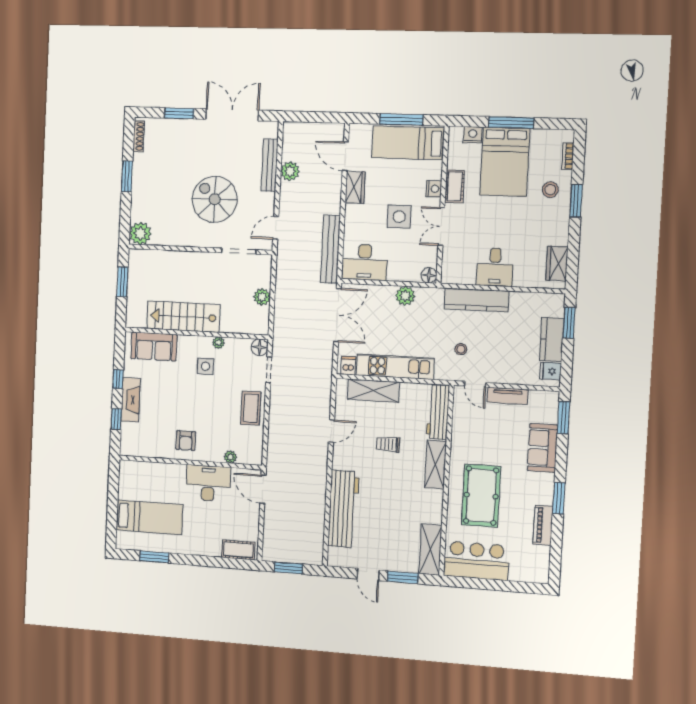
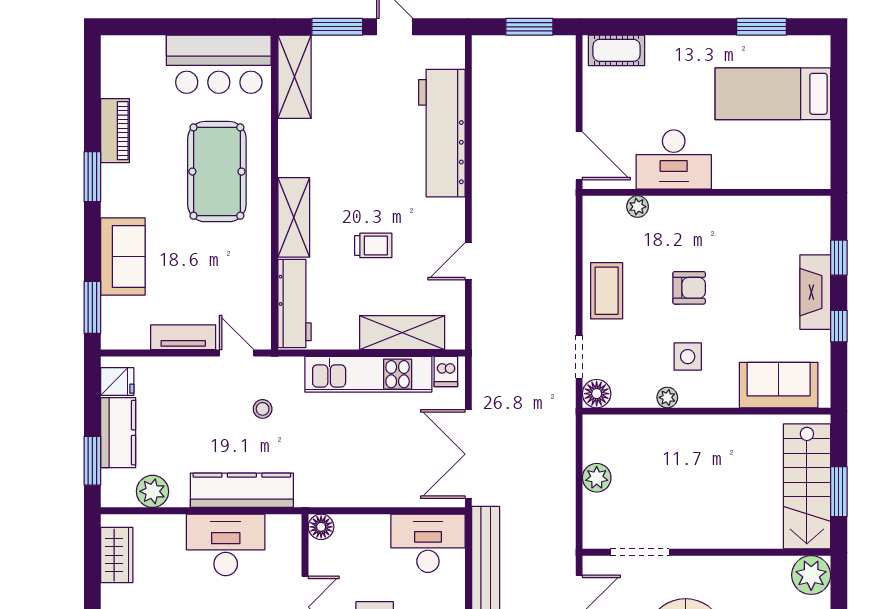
desk: (495, 267) -> (226, 545), width x1.37
plant: (405, 296) -> (152, 491), moved
stairs: (183, 317) -> (807, 486), moved, turned 90
armchair: (186, 441) -> (689, 288), moved, turned 90

